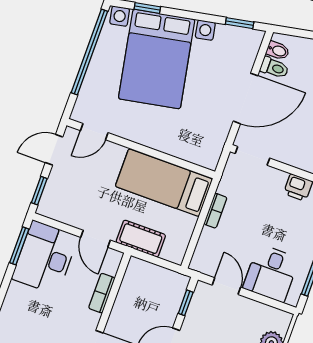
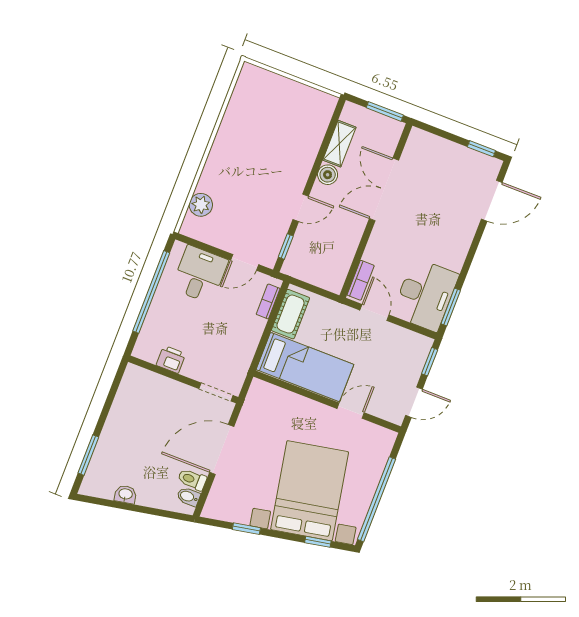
window: (240, 23) -> (246, 529), moved
door: (94, 132) -> (351, 411), moved
bookcase: (215, 211) -> (268, 301), moved
cot: (141, 239) -> (291, 314), moved, turned 90
door: (226, 286) -> (245, 262), hinge flipped
bookcase: (102, 293) -> (361, 280), moved

